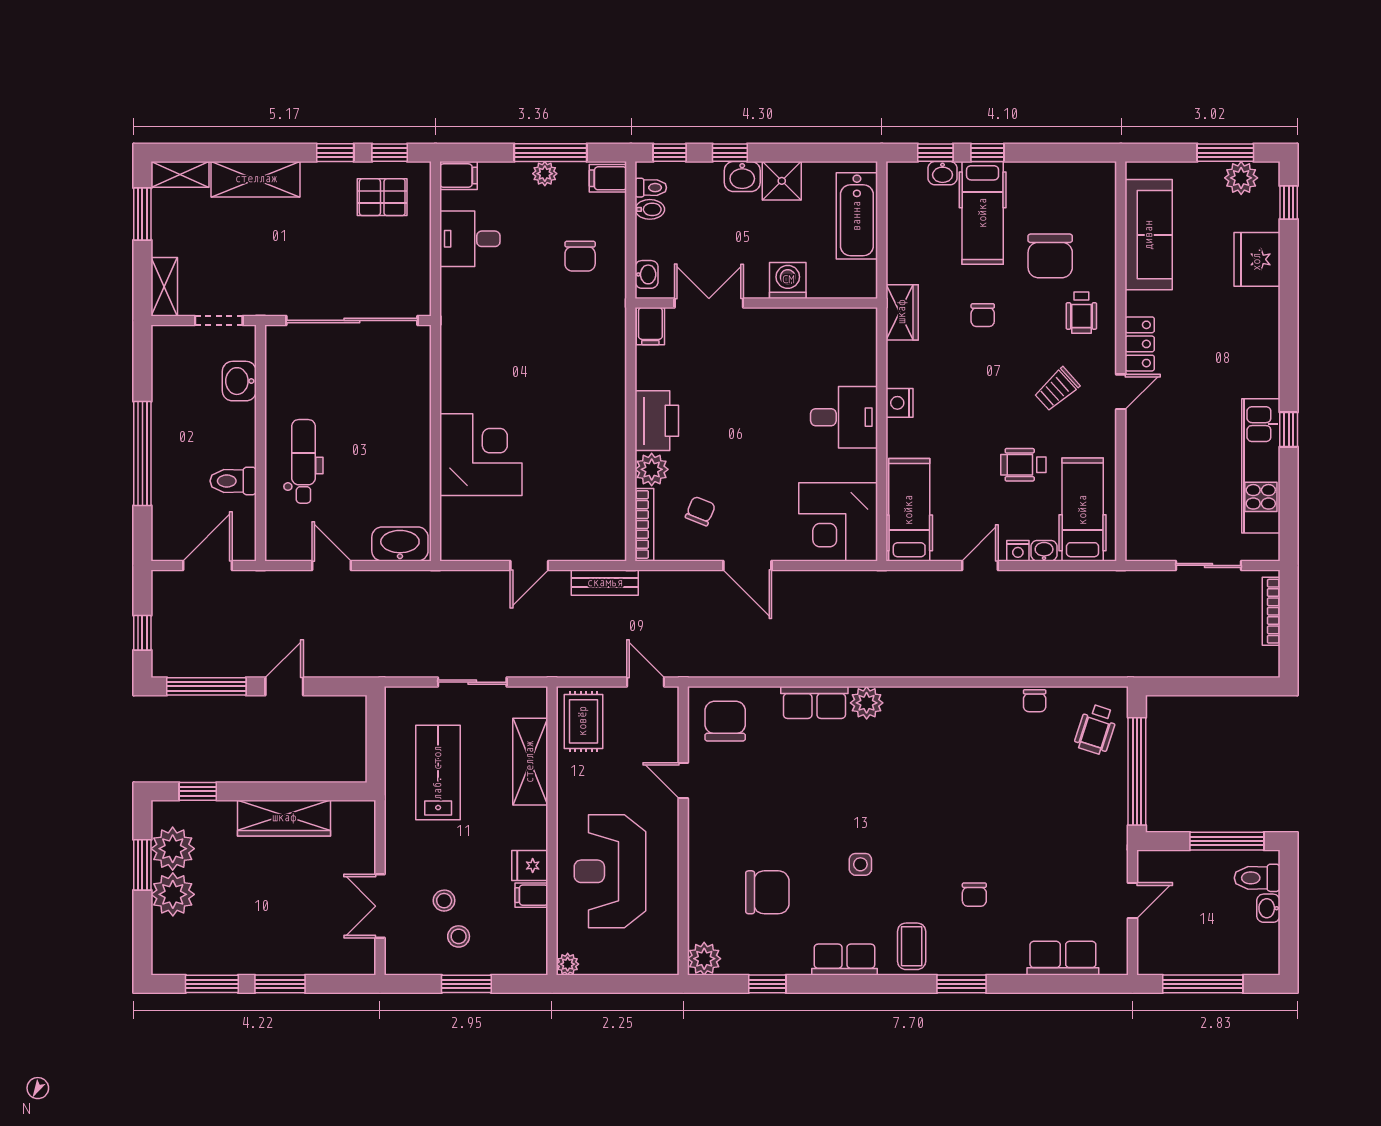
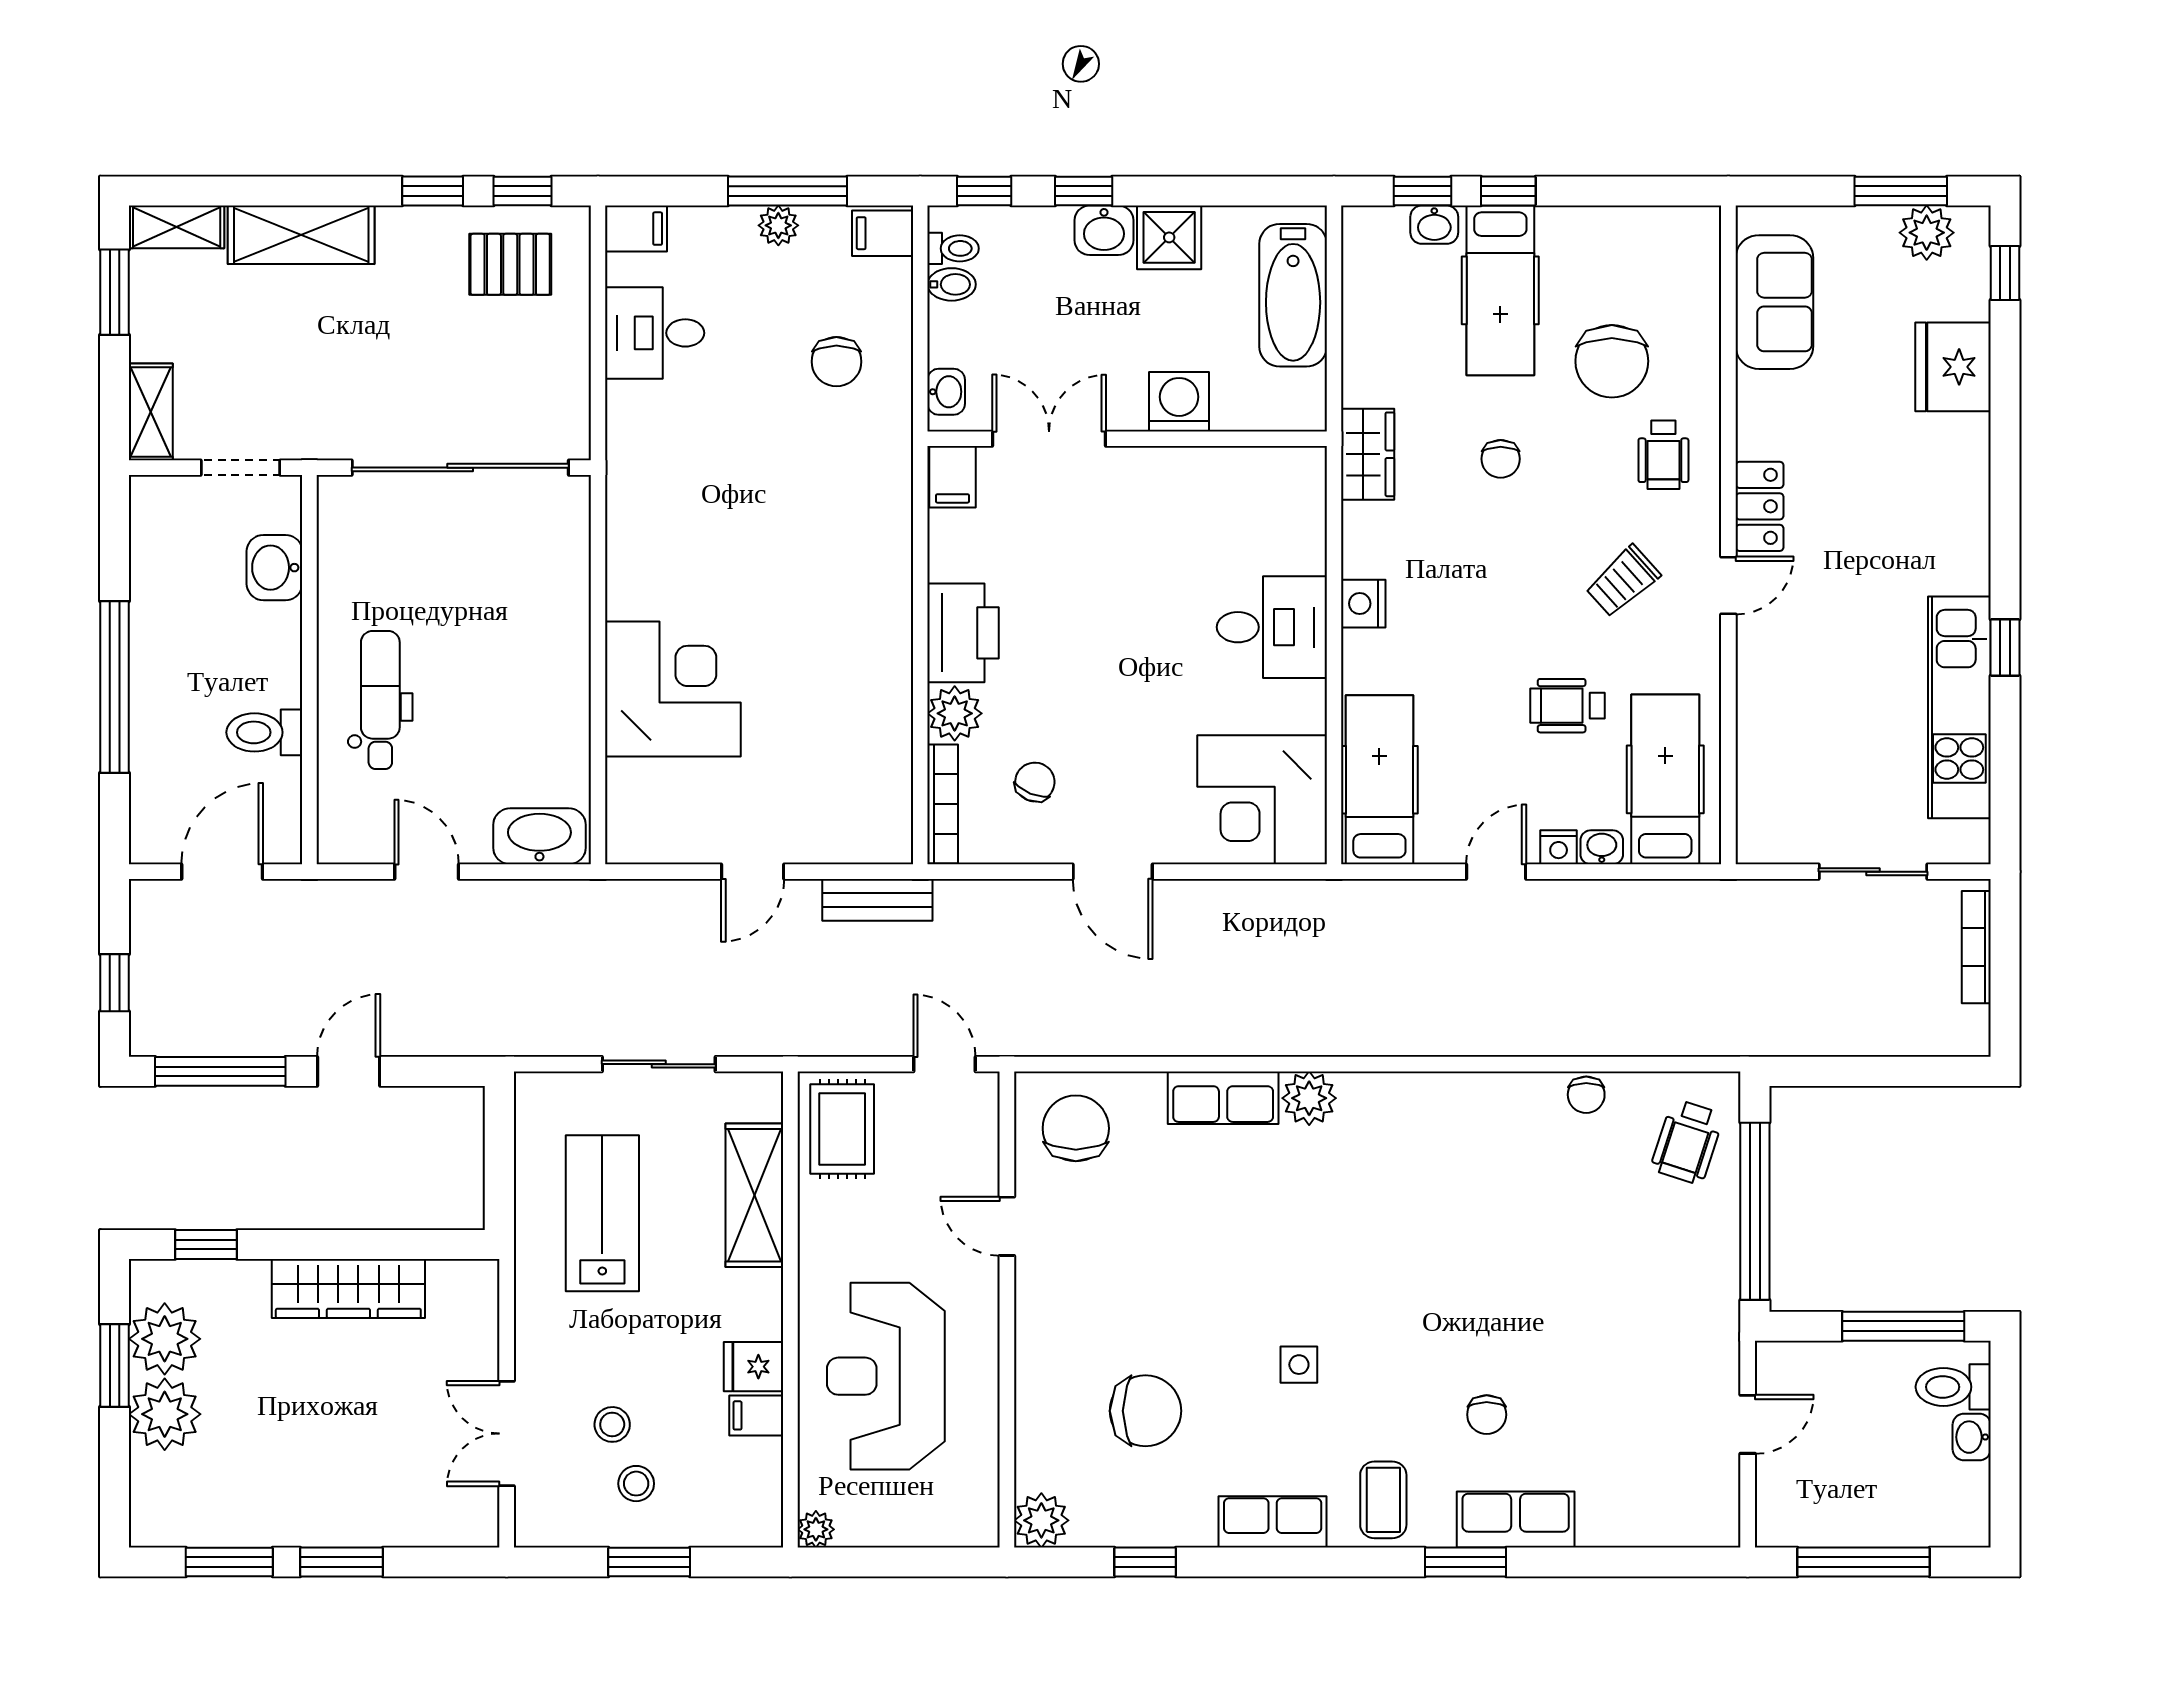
sofa: (1149, 235) -> (1774, 302), width x0.73
row of seats: (1063, 958) -> (1516, 1519), moved

